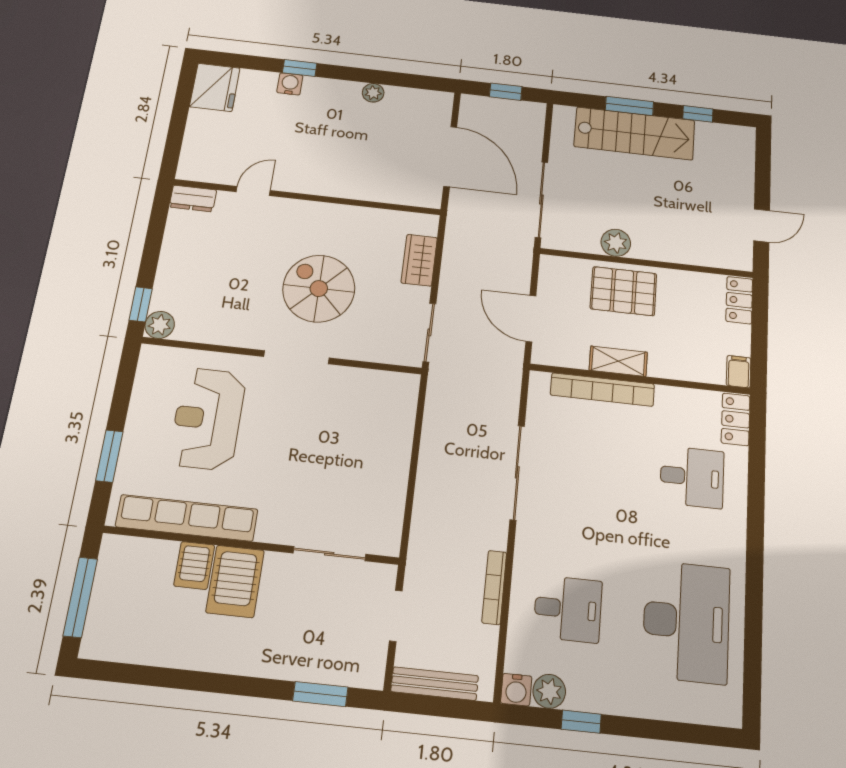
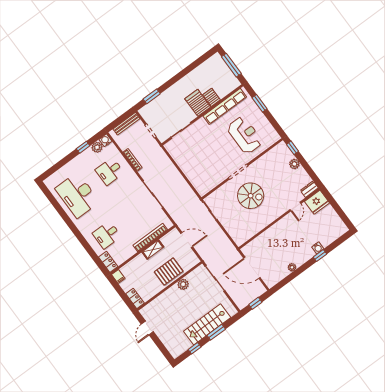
fridge: (215, 87) -> (317, 202), moved, turned -90
wardrobe: (419, 260) -> (232, 229), removed
plant: (160, 325) -> (294, 164), moved

